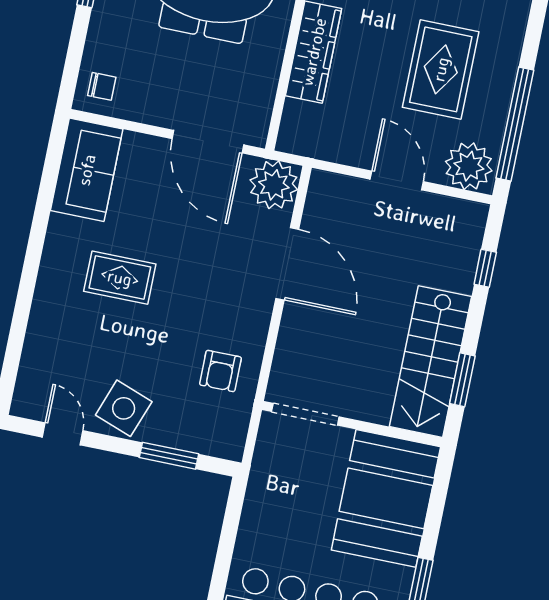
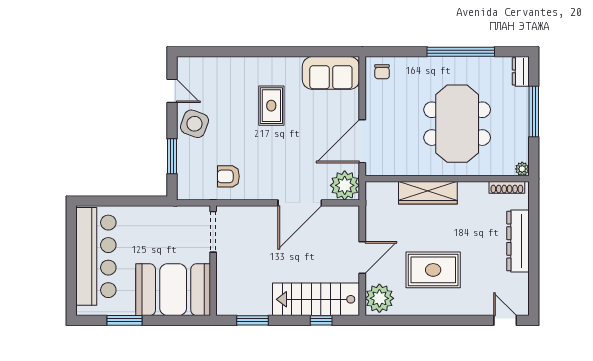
window: (515, 124) -> (410, 320), removed
stairs: (430, 362) -> (316, 299), moved
door: (63, 434) -> (172, 91), hinge flipped

